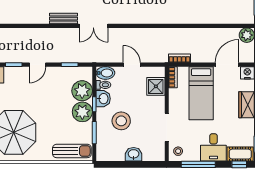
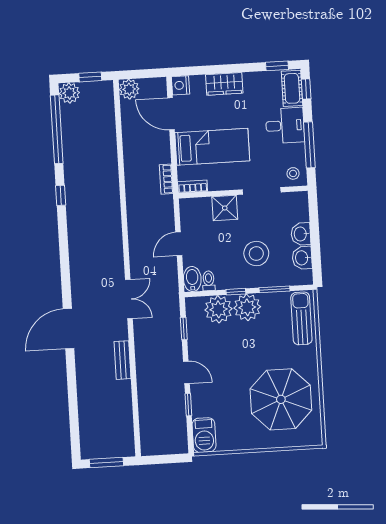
bench: (63, 19) -> (123, 360), moved
shower: (156, 86) -> (225, 208), moved
washbasin: (103, 99) -> (302, 258), moved, turned -90

